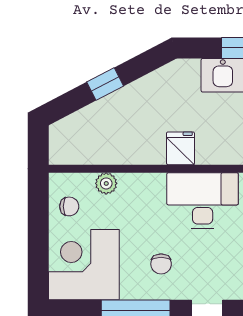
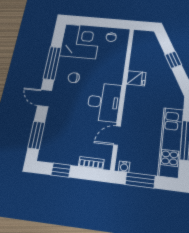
fridge: (180, 148) -> (136, 78), moved
plant: (106, 183) -> (120, 55), removed

